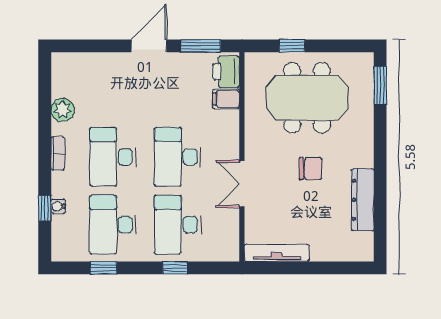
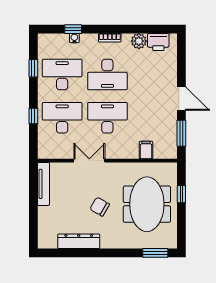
printer: (226, 72) -> (158, 42), moved, turned 180
desk: (113, 157) -> (107, 75), turned 180
chair: (311, 168) -> (100, 207), turned 120

